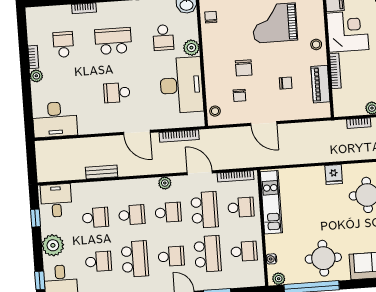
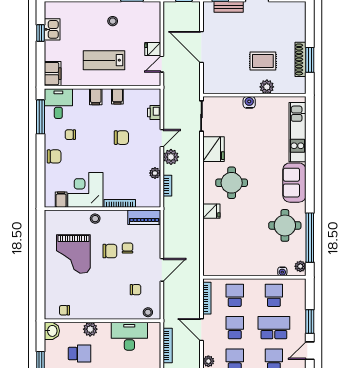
chair: (244, 68) -> (110, 251), moved
piano: (320, 84) -> (144, 217), moved
desk: (181, 85) -> (129, 336), width x0.73, depth x0.77
door: (200, 173) -> (201, 330), hinge flipped
kitchen unit: (271, 202) -> (232, 268), removed
school desk: (205, 210) -> (235, 328), width x0.54

